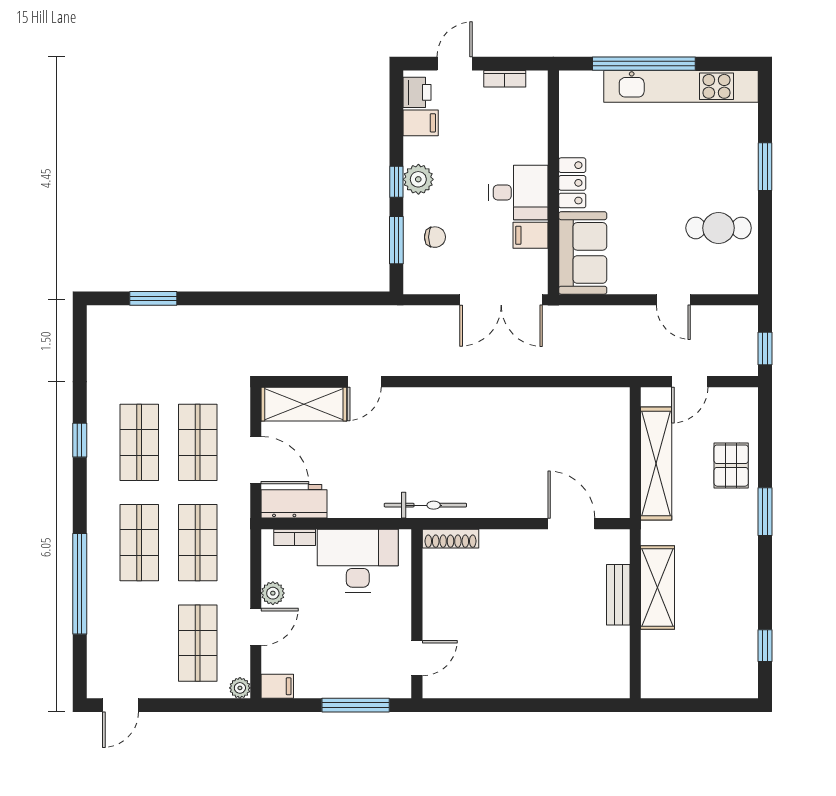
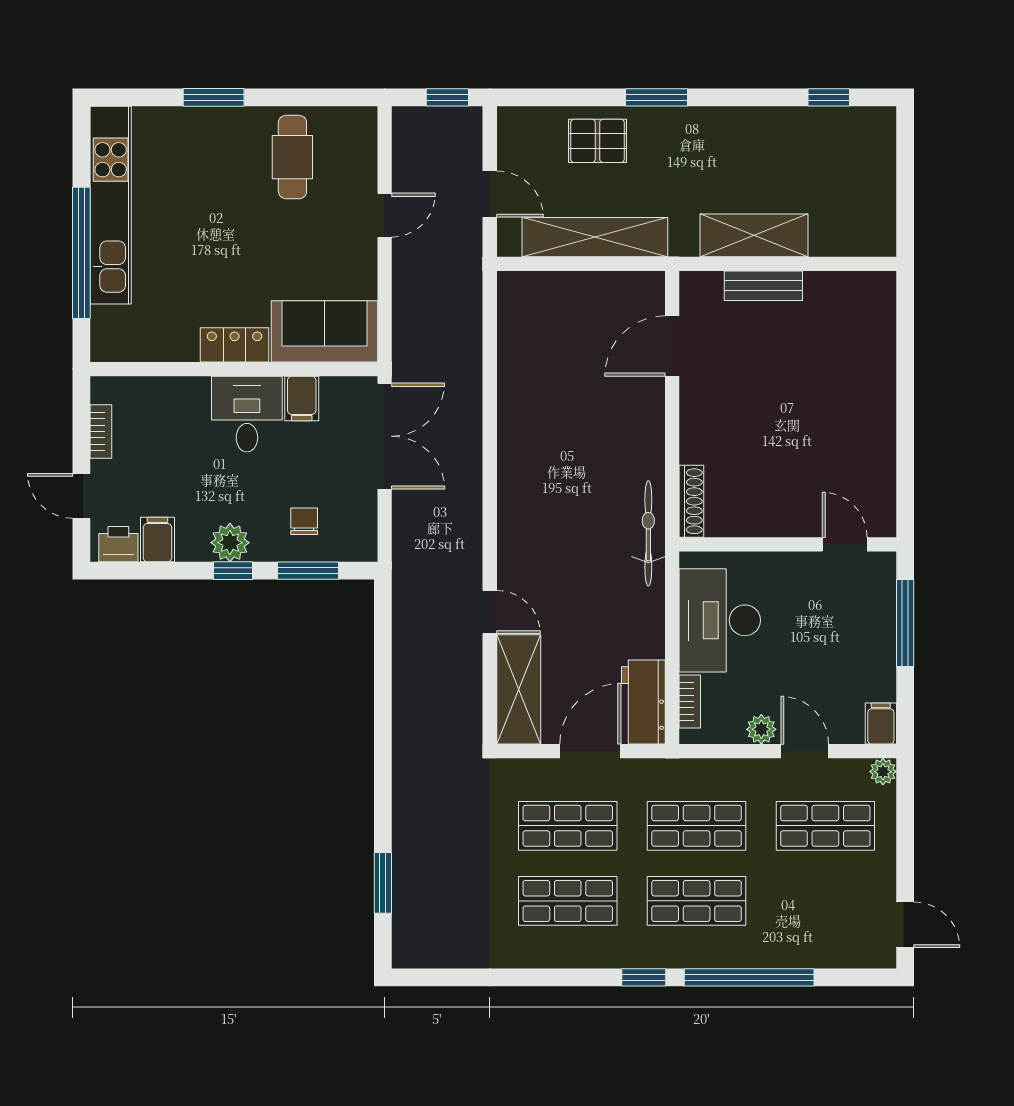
window: (80, 440) -> (644, 977), moved

